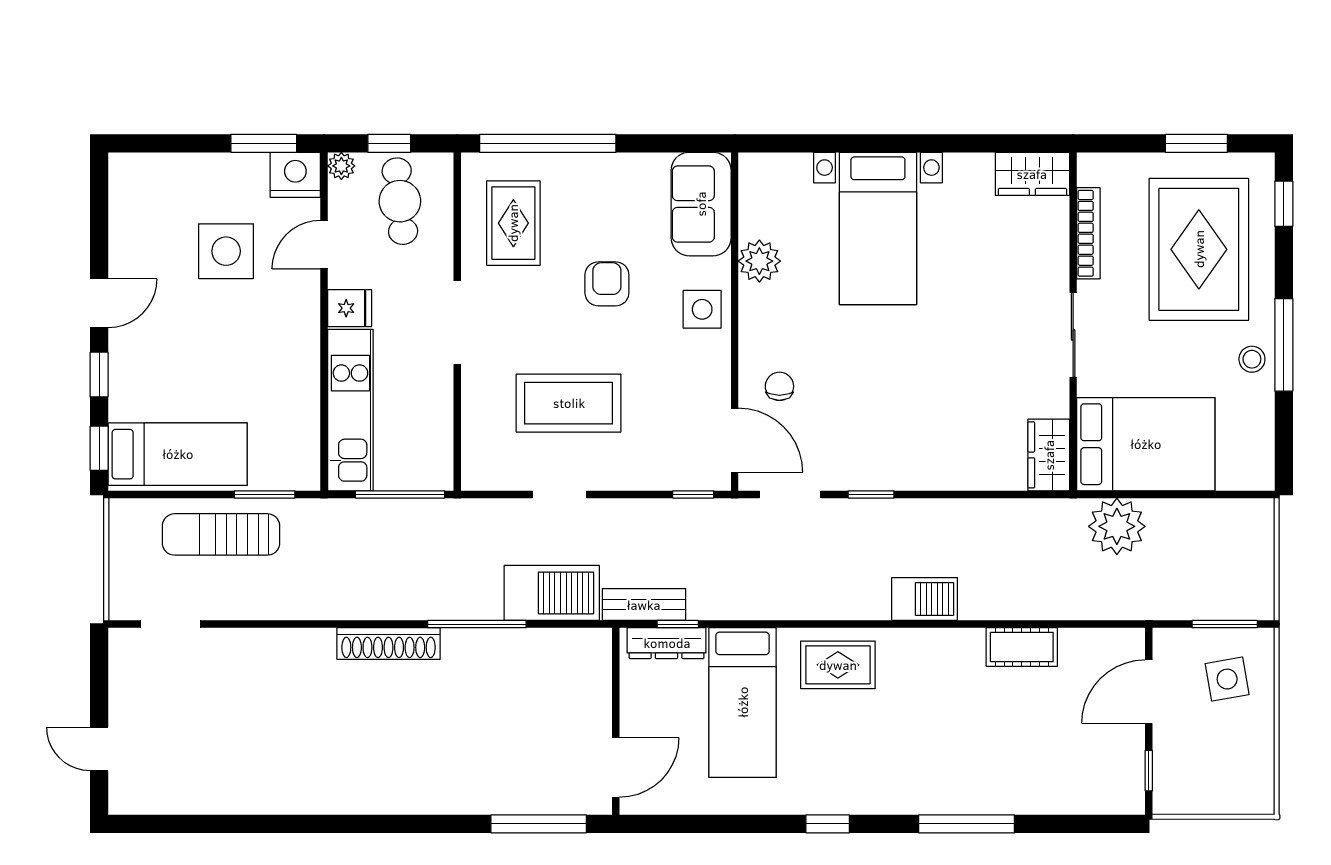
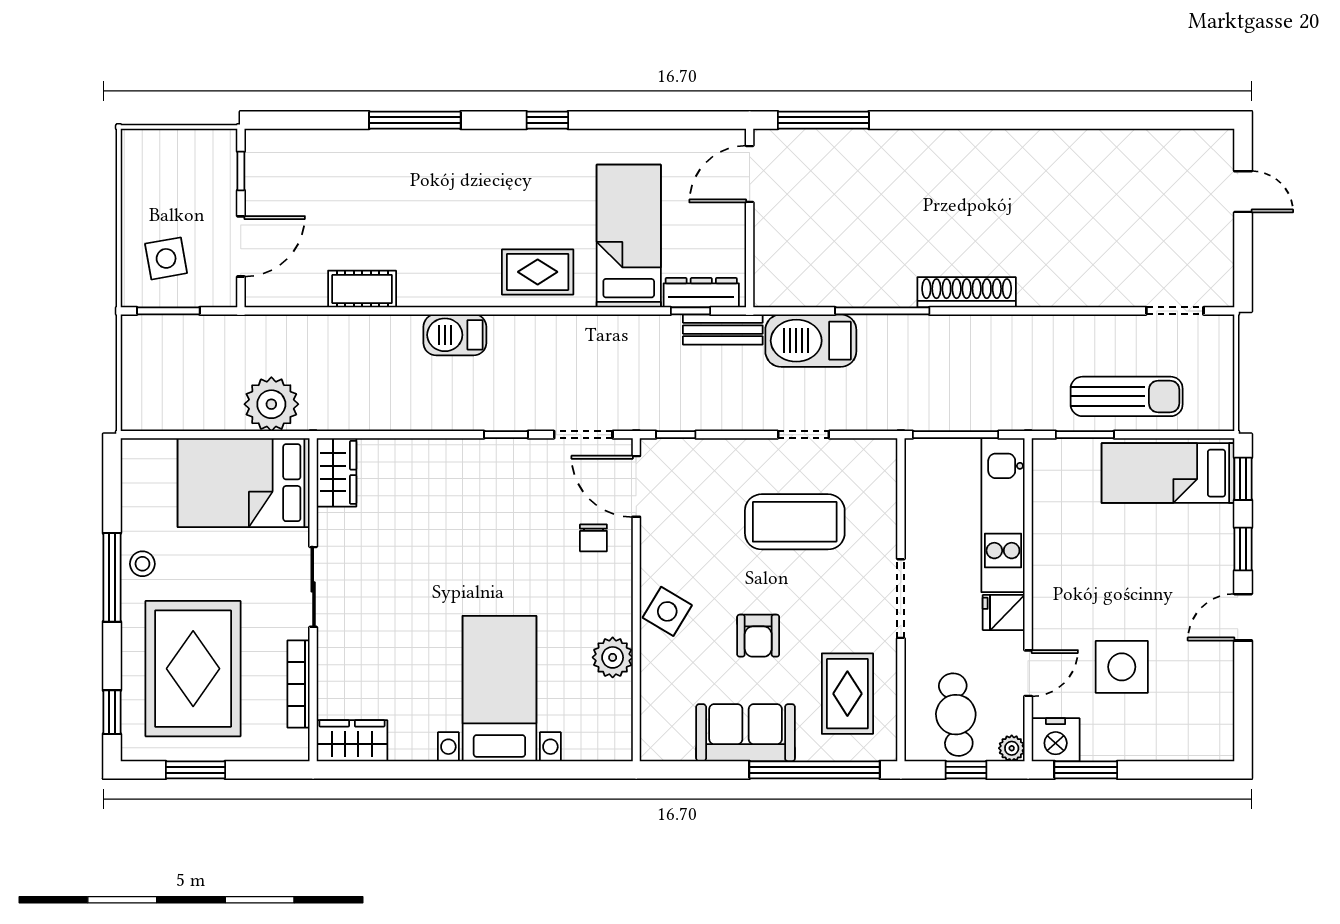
sofa: (701, 204) -> (746, 733), moved, turned -90
side table: (702, 309) -> (667, 611), turned 31

